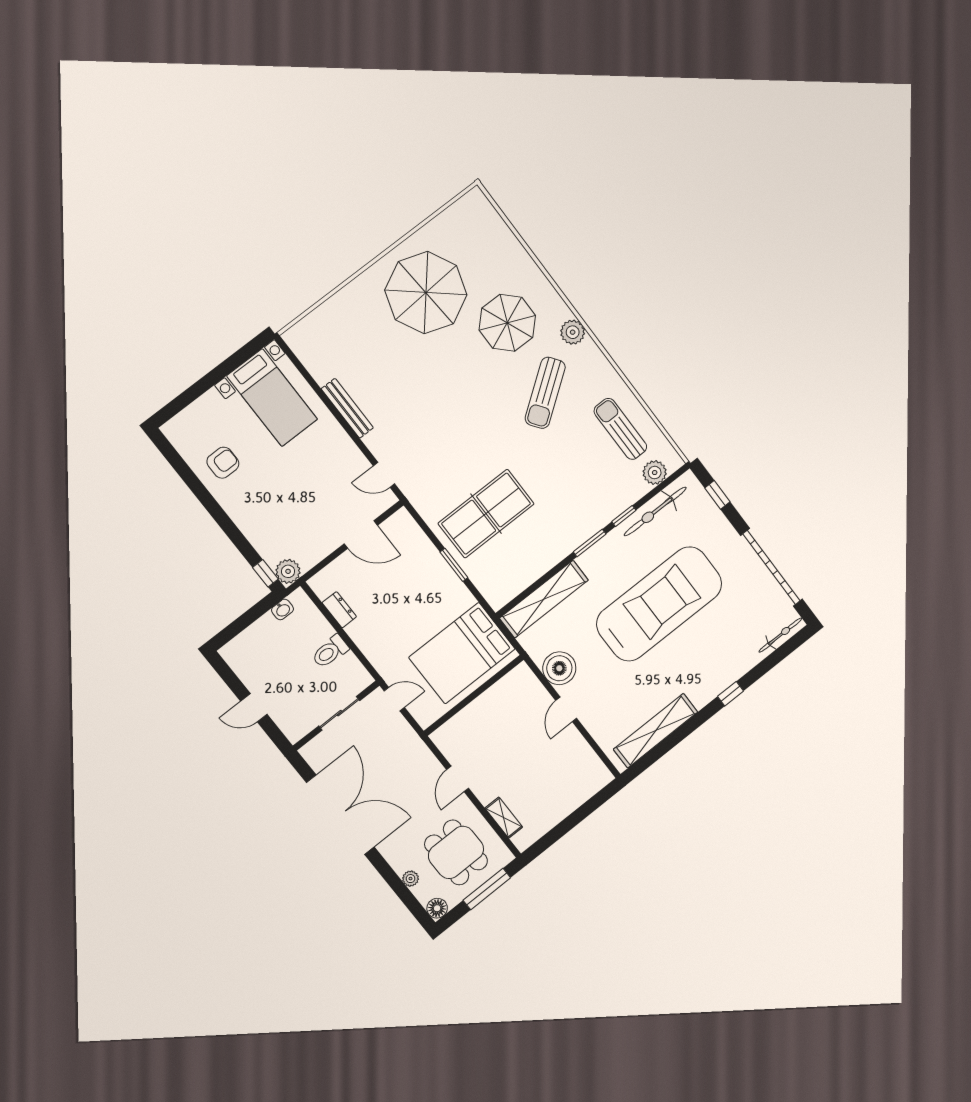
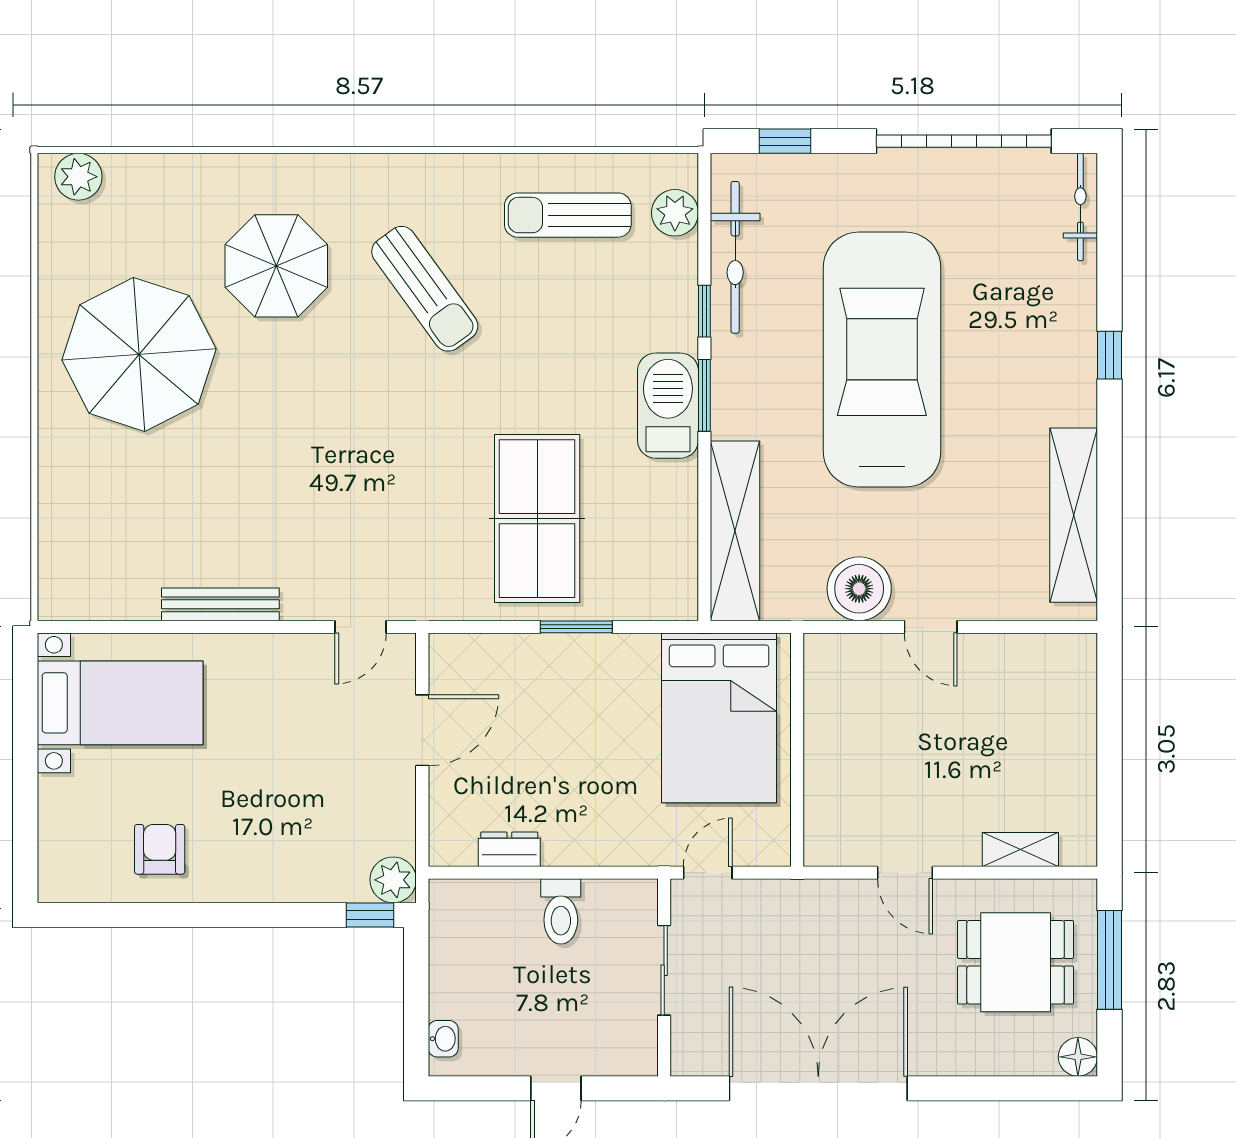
plant: (573, 332) -> (78, 177), moved
barbecue: (574, 531) -> (668, 406), added
washbasin: (283, 609) -> (443, 1039), moved
plant: (411, 879) -> (1000, 1061), removed

